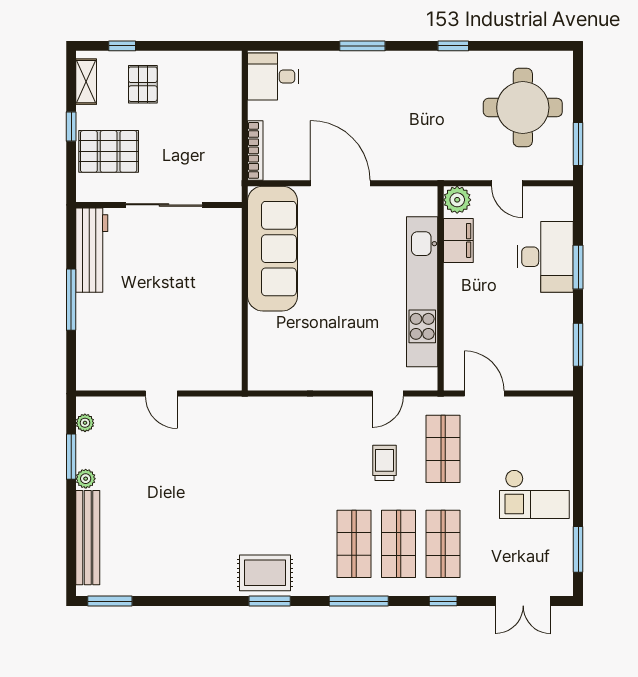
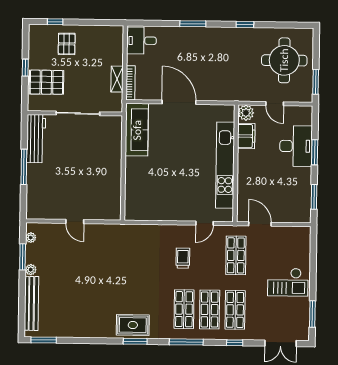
shelving: (86, 82) -> (117, 79), moved
sofa: (272, 249) -> (137, 130), width x0.74, depth x0.79
trolley: (385, 463) -> (183, 258), moved

